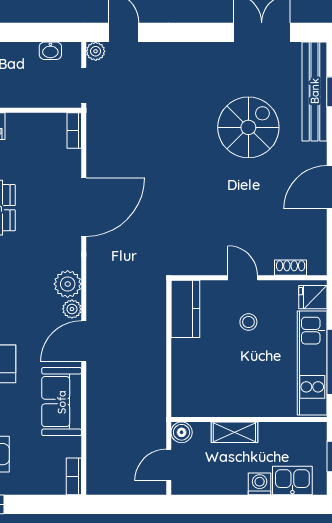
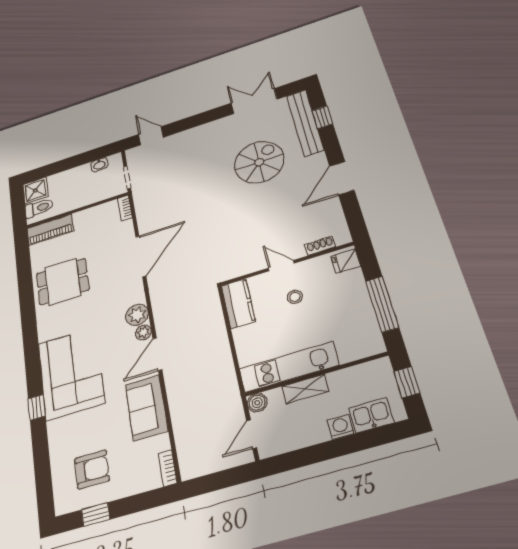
plant: (96, 51) -> (132, 154), removed
kitchen unit: (312, 363) -> (289, 367), moved, turned 90

